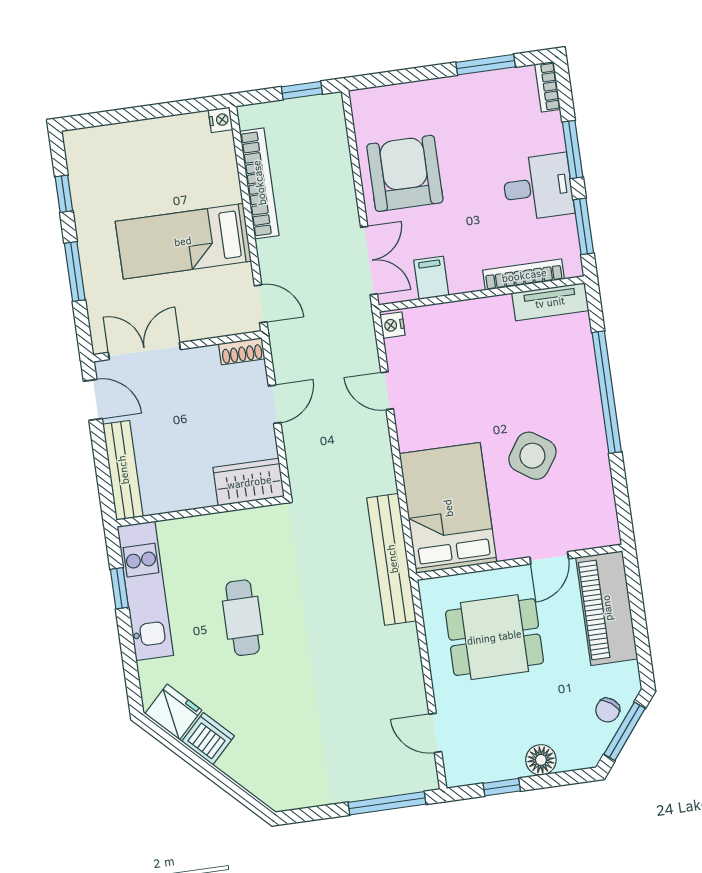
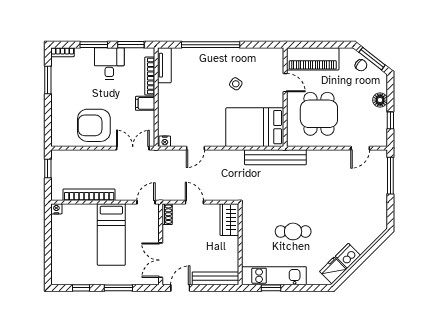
filing cabinet: (431, 278) -> (145, 103), moved
side table: (532, 456) -> (236, 84), width x0.54, depth x0.54

